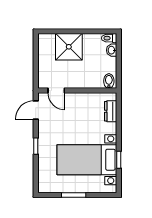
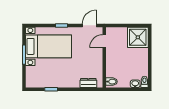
shower: (69, 47) -> (138, 37), moved
door: (36, 110) -> (89, 25), hinge flipped
bed with nightstands: (87, 160) -> (49, 46), moved, turned 90

